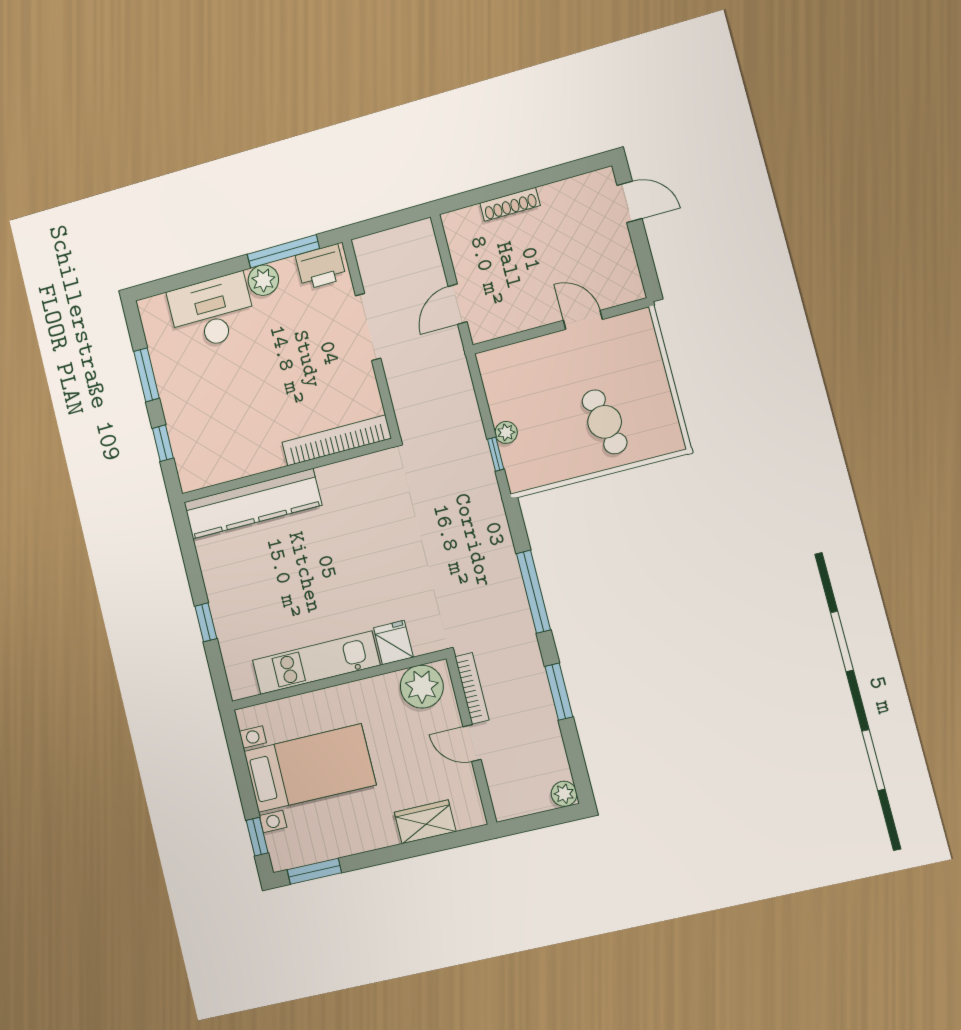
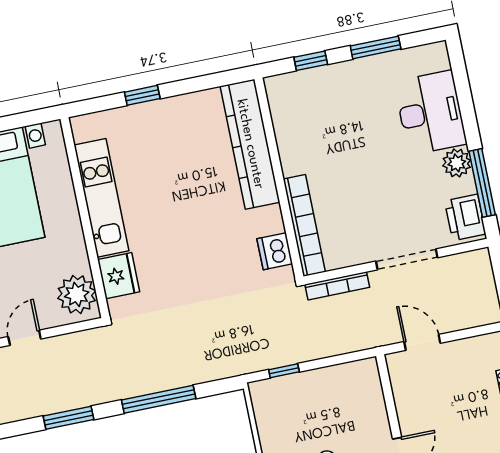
plant: (506, 432) -> (303, 381), removed
dishwasher: (366, 471) -> (275, 251), added
fridge: (393, 642) -> (119, 276), width x1.38
bookcase: (472, 688) -> (337, 286), moved

